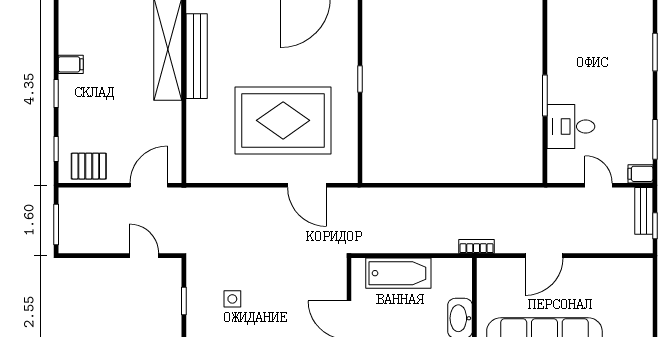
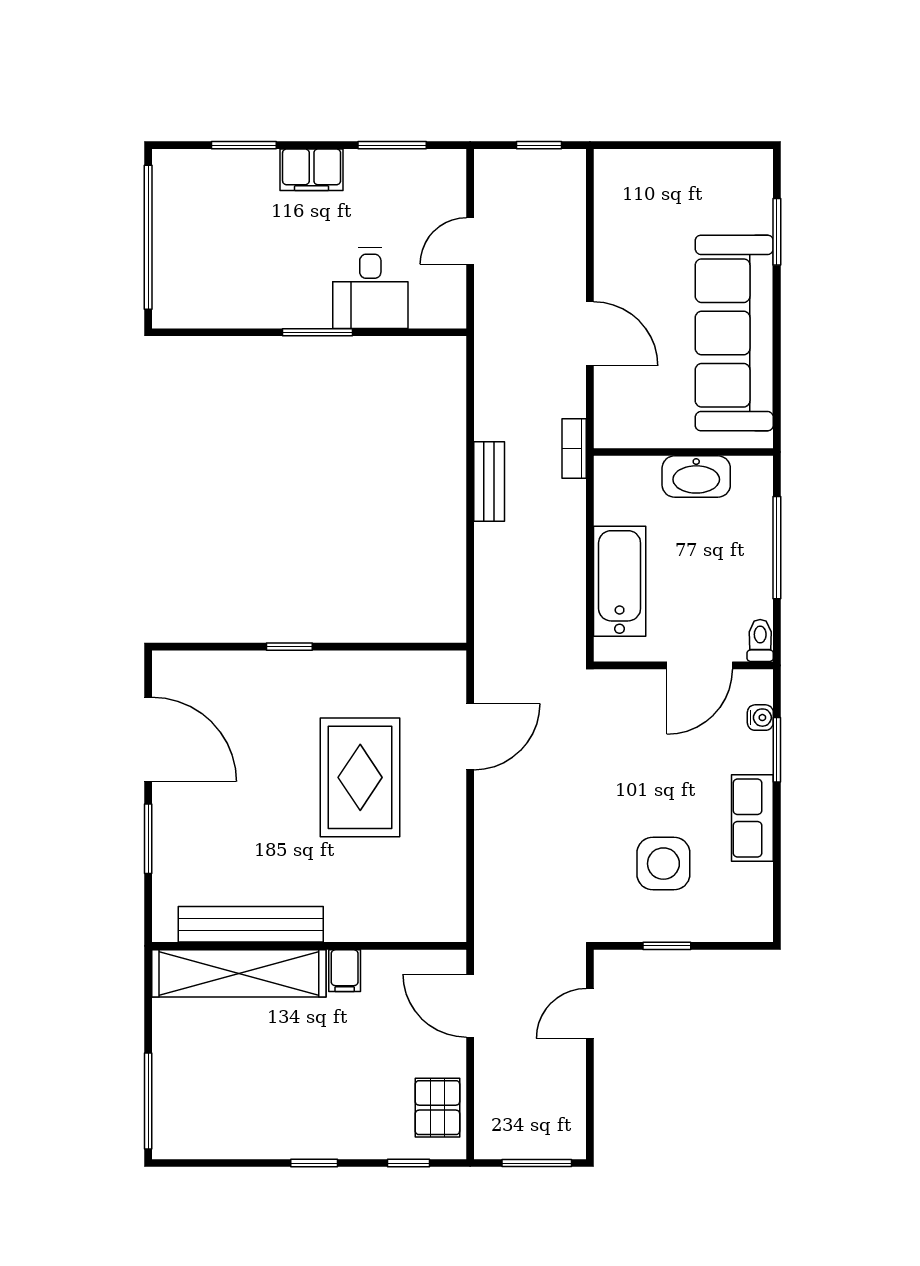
filing cabinet: (71, 64) -> (345, 971), moved, turned 180
rug: (283, 120) -> (360, 777), width x0.73, depth x0.69
filing cabinet: (640, 174) -> (312, 170), moved, width x2.00
bench: (644, 211) -> (489, 481), moved, turned 90
side table: (232, 299) -> (663, 864), width x1.87, depth x1.87

